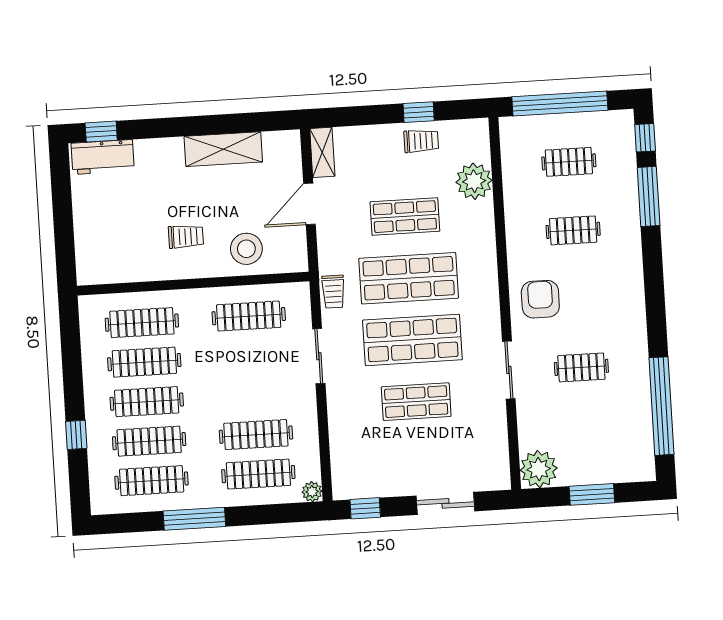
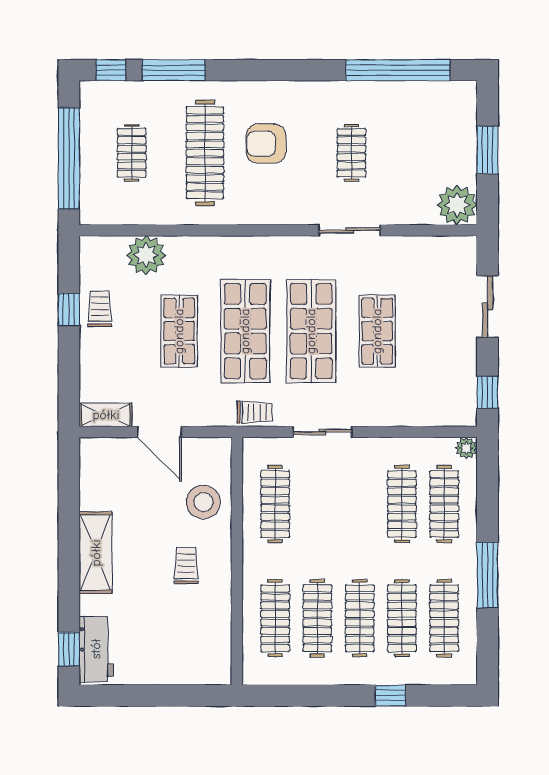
shelving: (223, 149) -> (96, 553), moved
clothes rail: (573, 230) -> (205, 153), width x1.86, depth x1.31
armchair: (540, 299) -> (266, 144), moved

